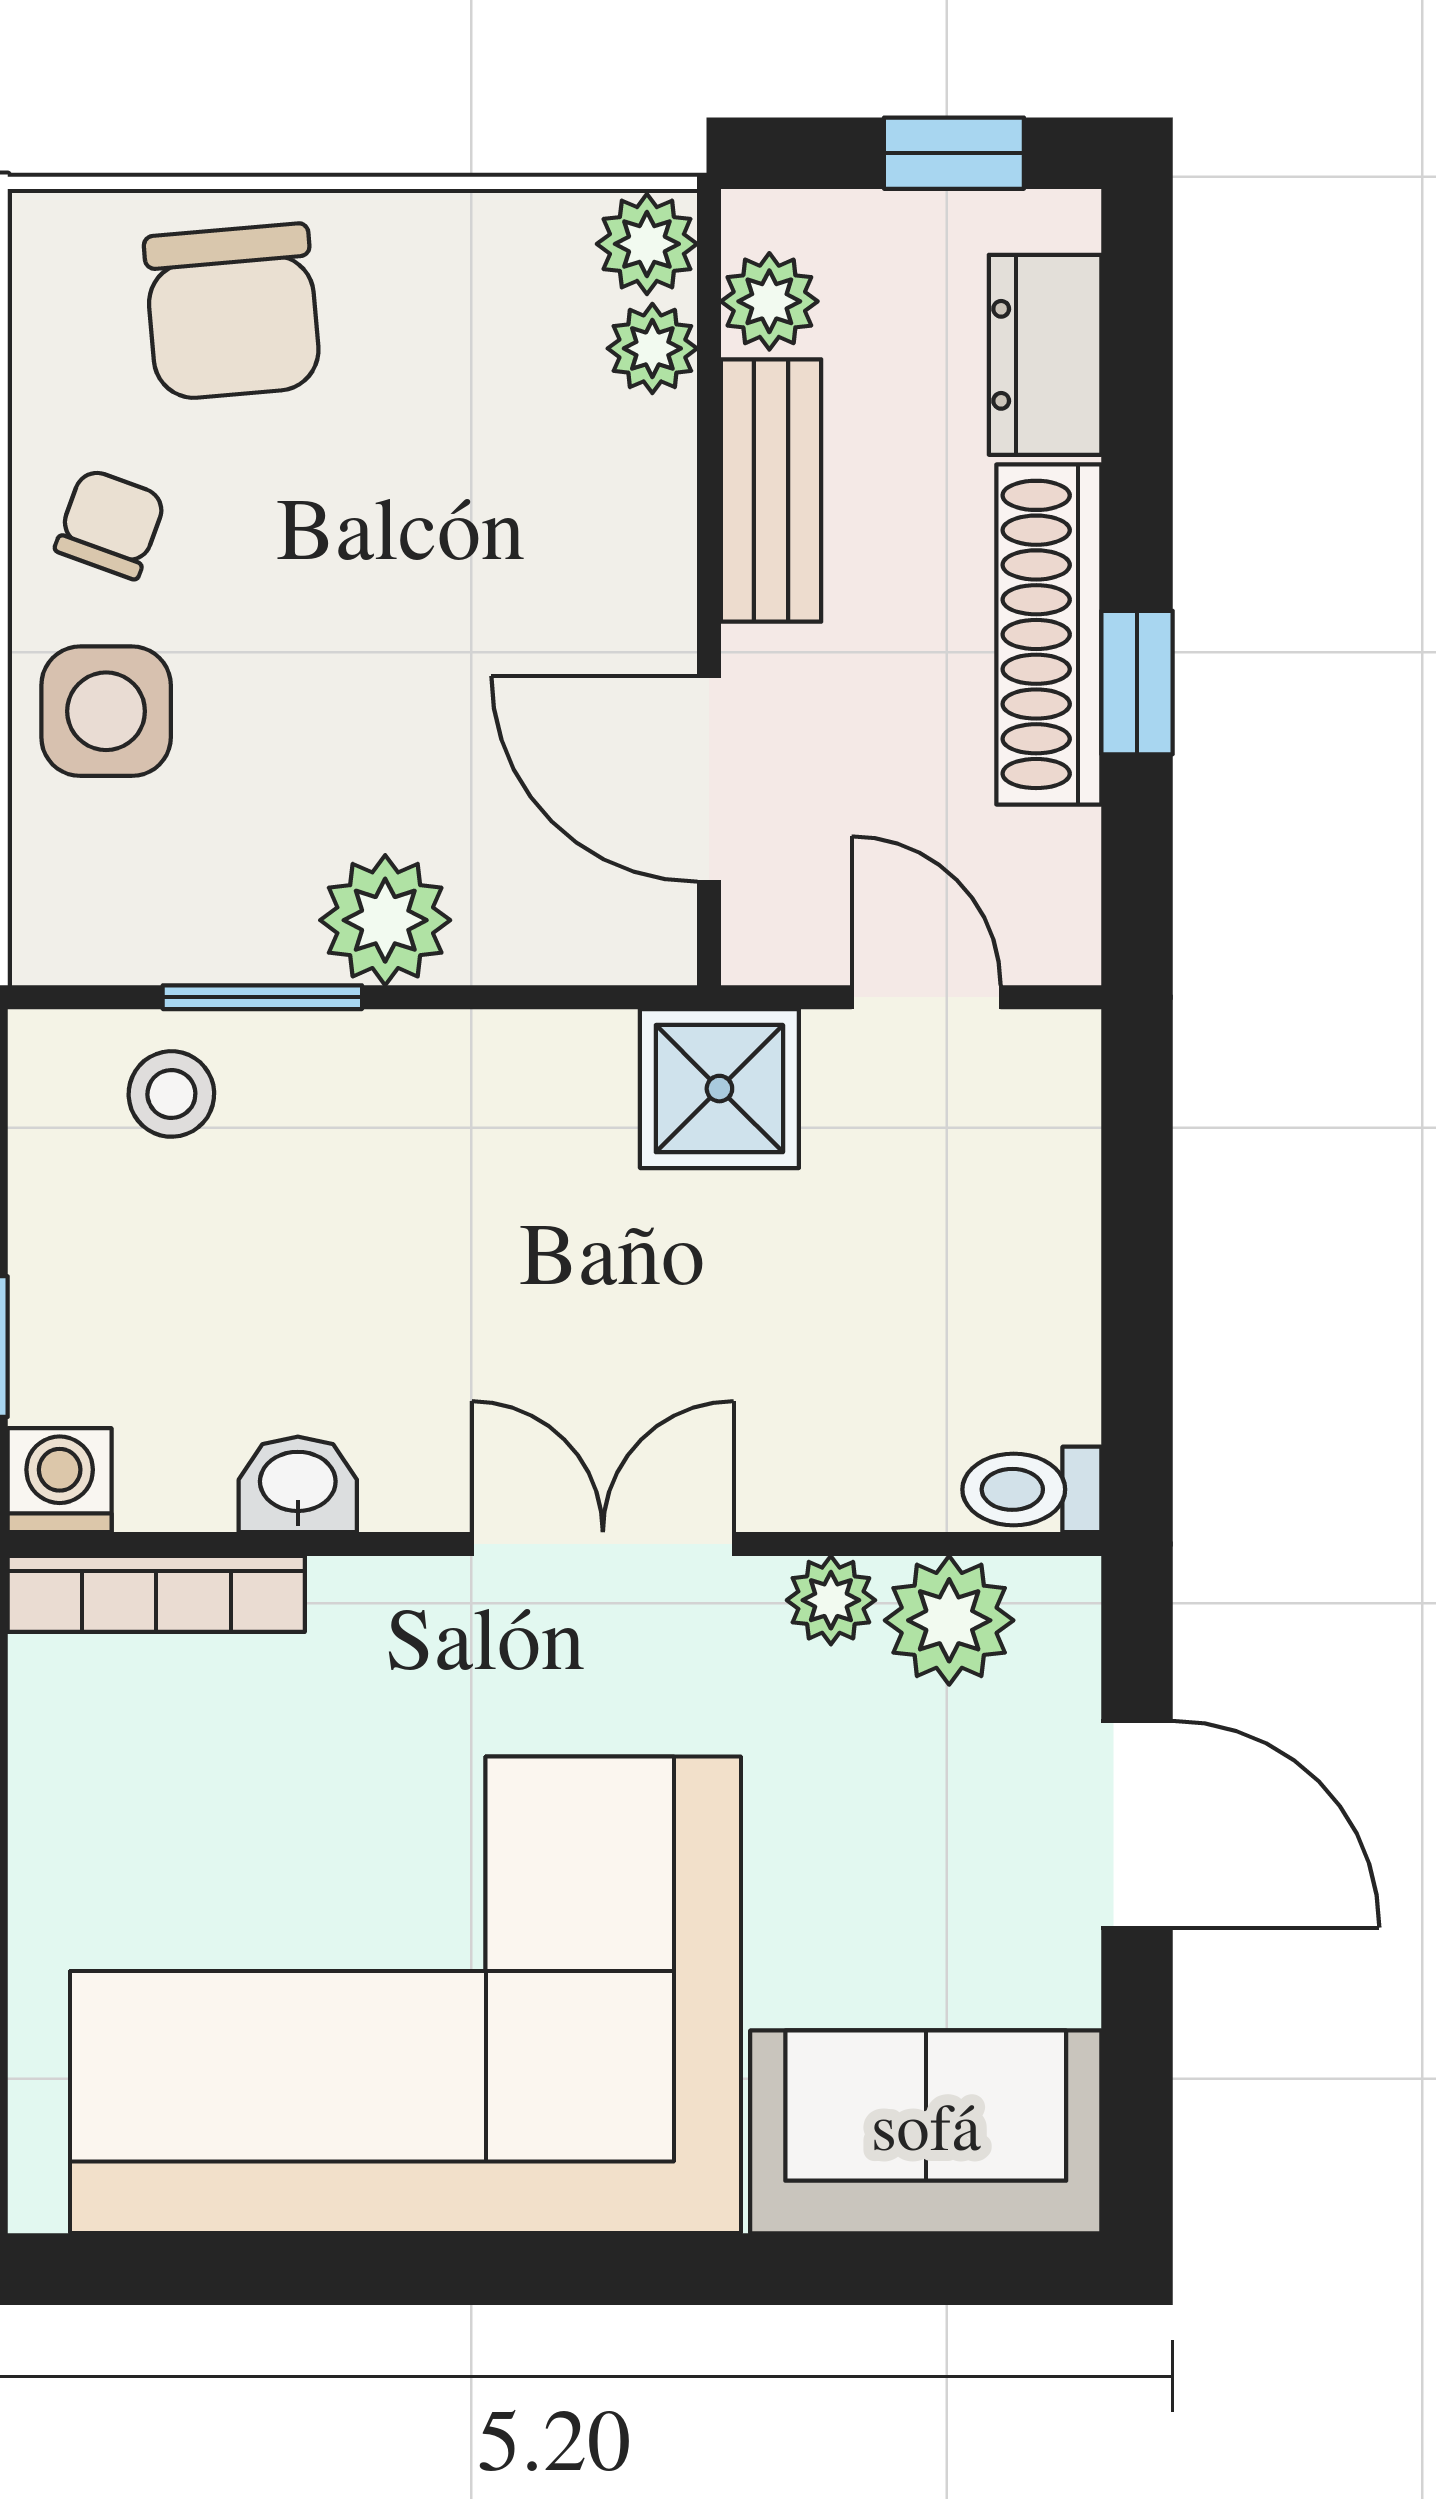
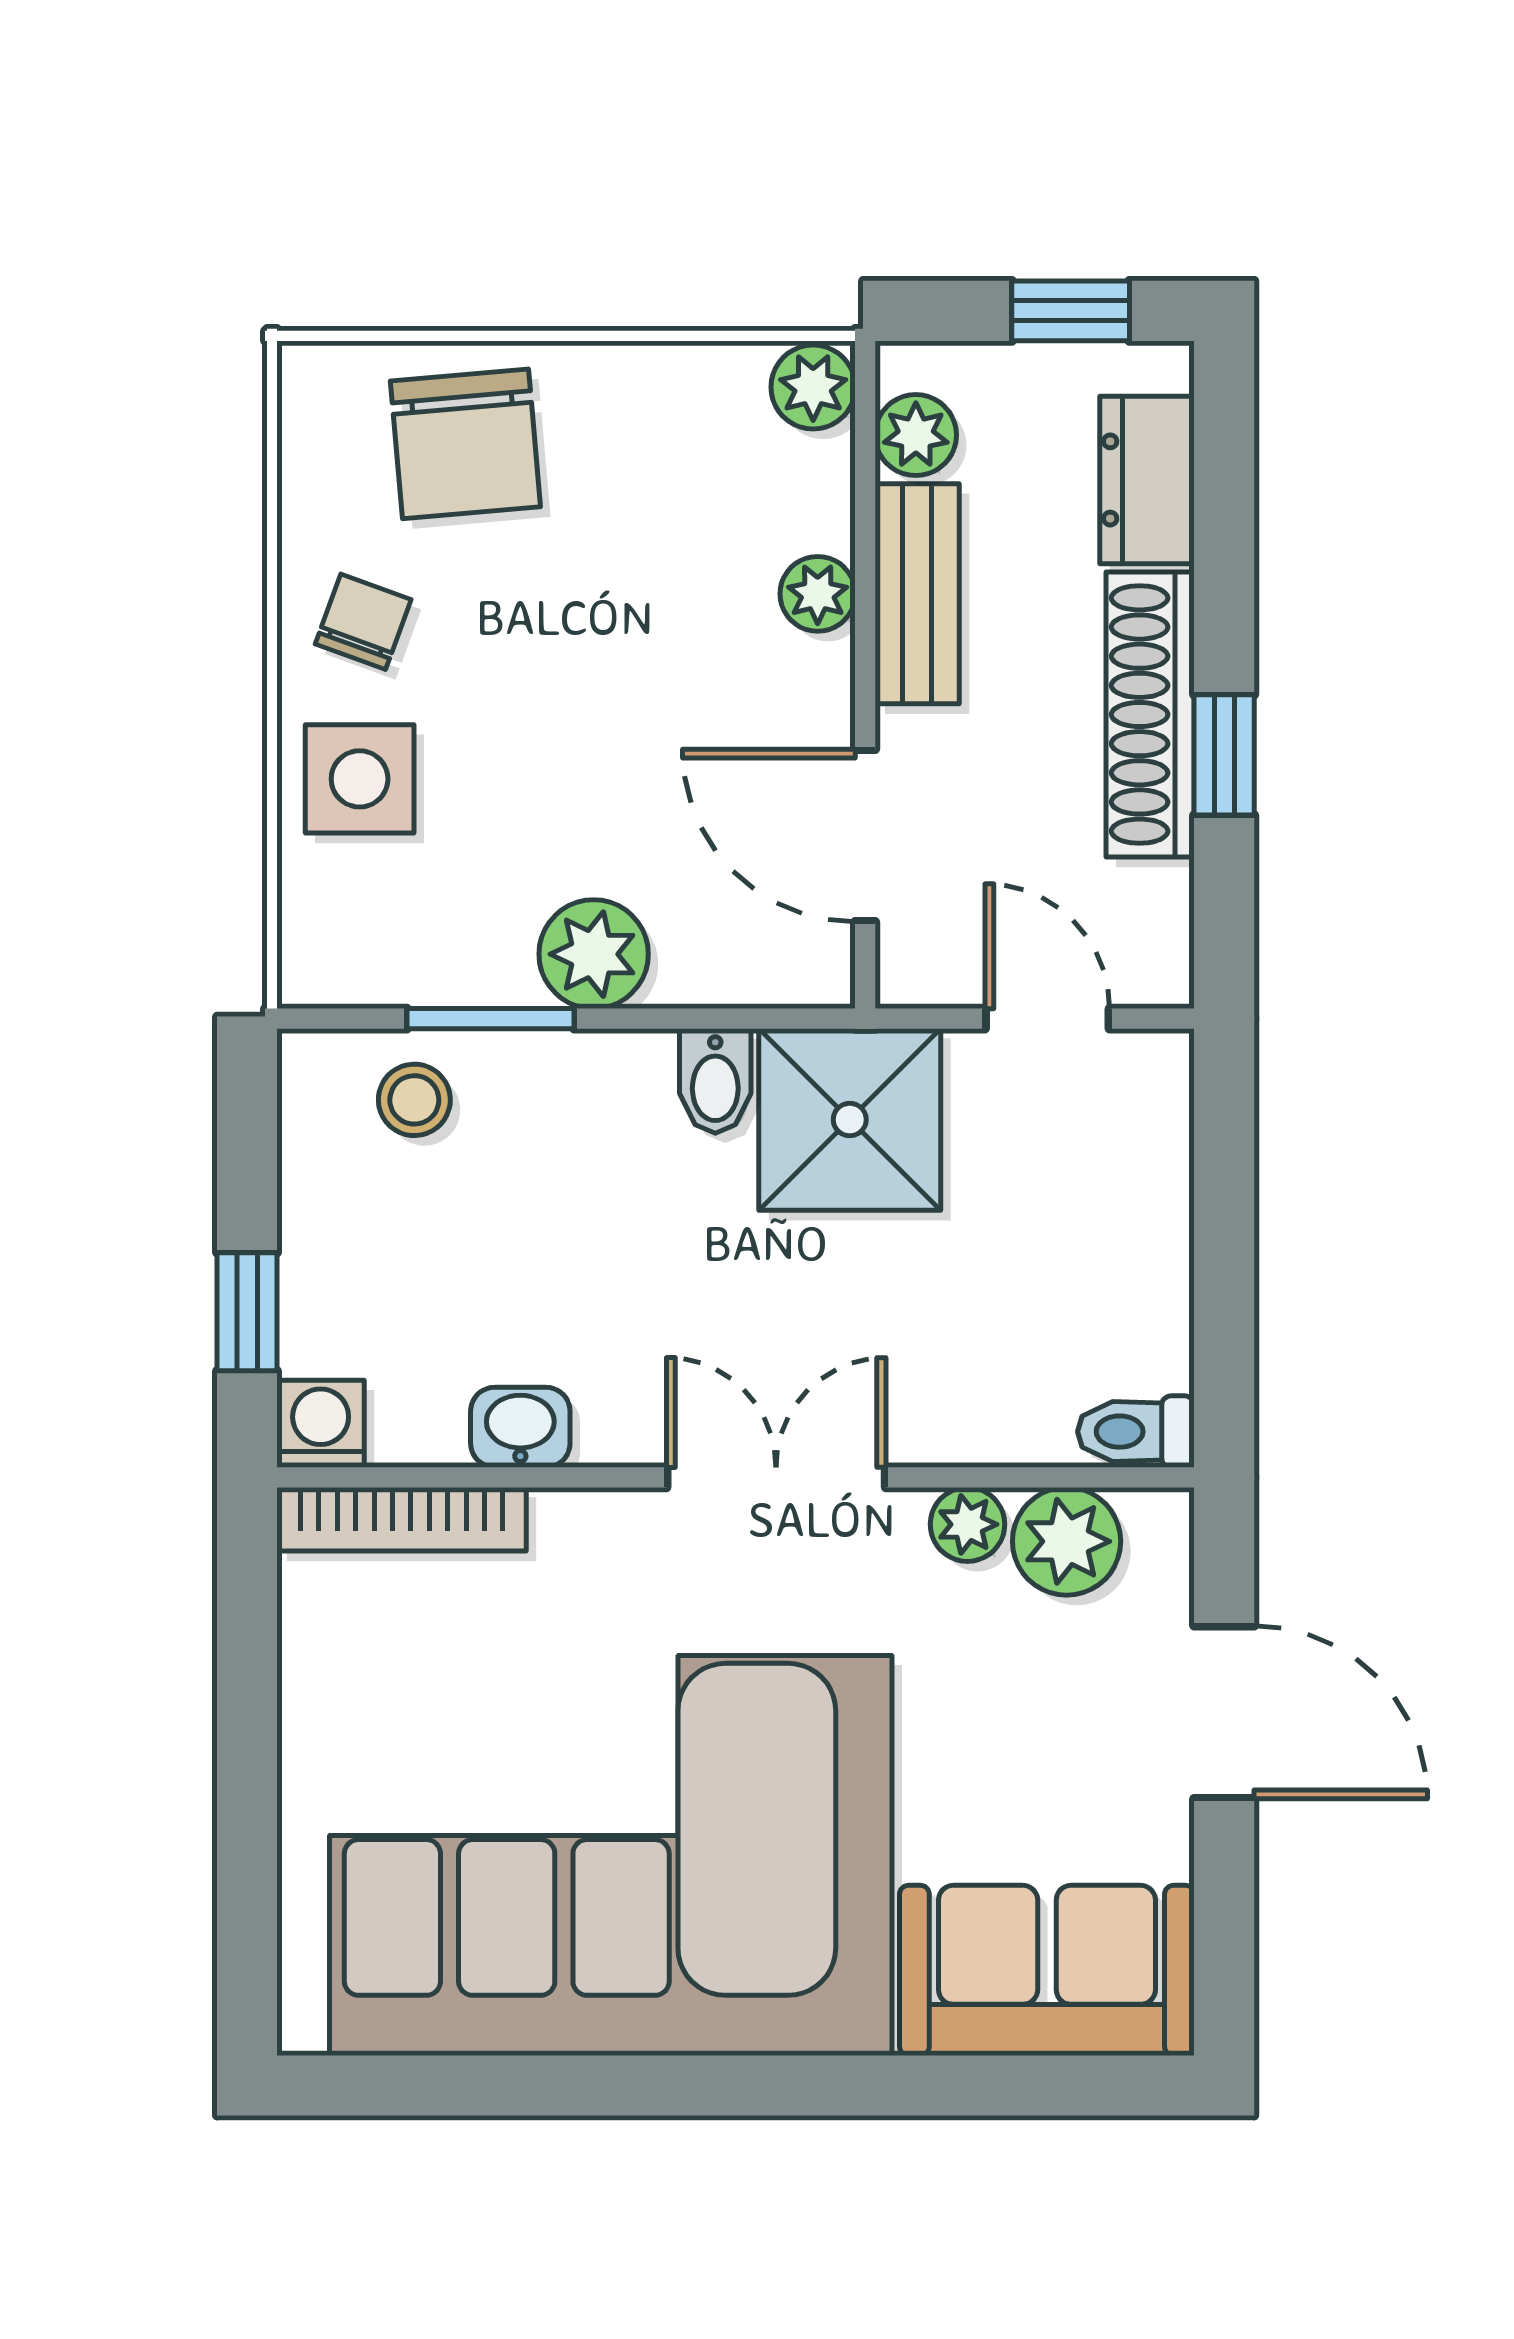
plant: (652, 348) -> (818, 594), moved
bidet: (530, 1071) -> (715, 1081), added
shower: (719, 1089) -> (850, 1120), width x1.36, depth x1.36

